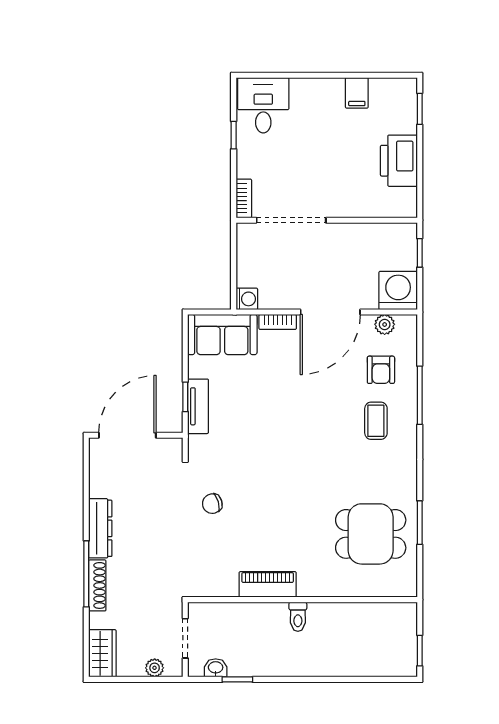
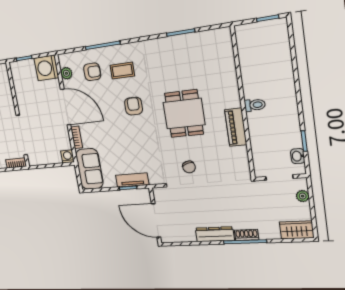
armchair: (318, 430) -> (134, 106), added
dining table: (371, 534) -> (184, 114), moved
shoe rack: (97, 585) -> (247, 235), width x0.70

